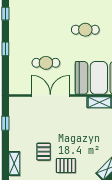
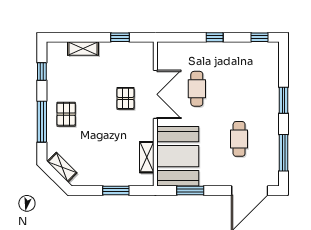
pallet: (44, 152) -> (126, 98), moved, turned 90
shelving: (14, 163) -> (83, 49), moved

